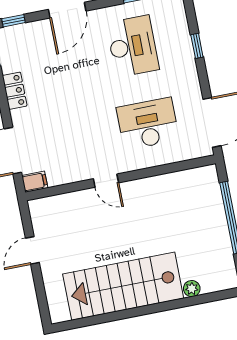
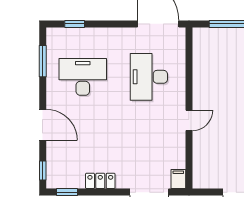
window: (197, 46) -> (75, 24), moved

